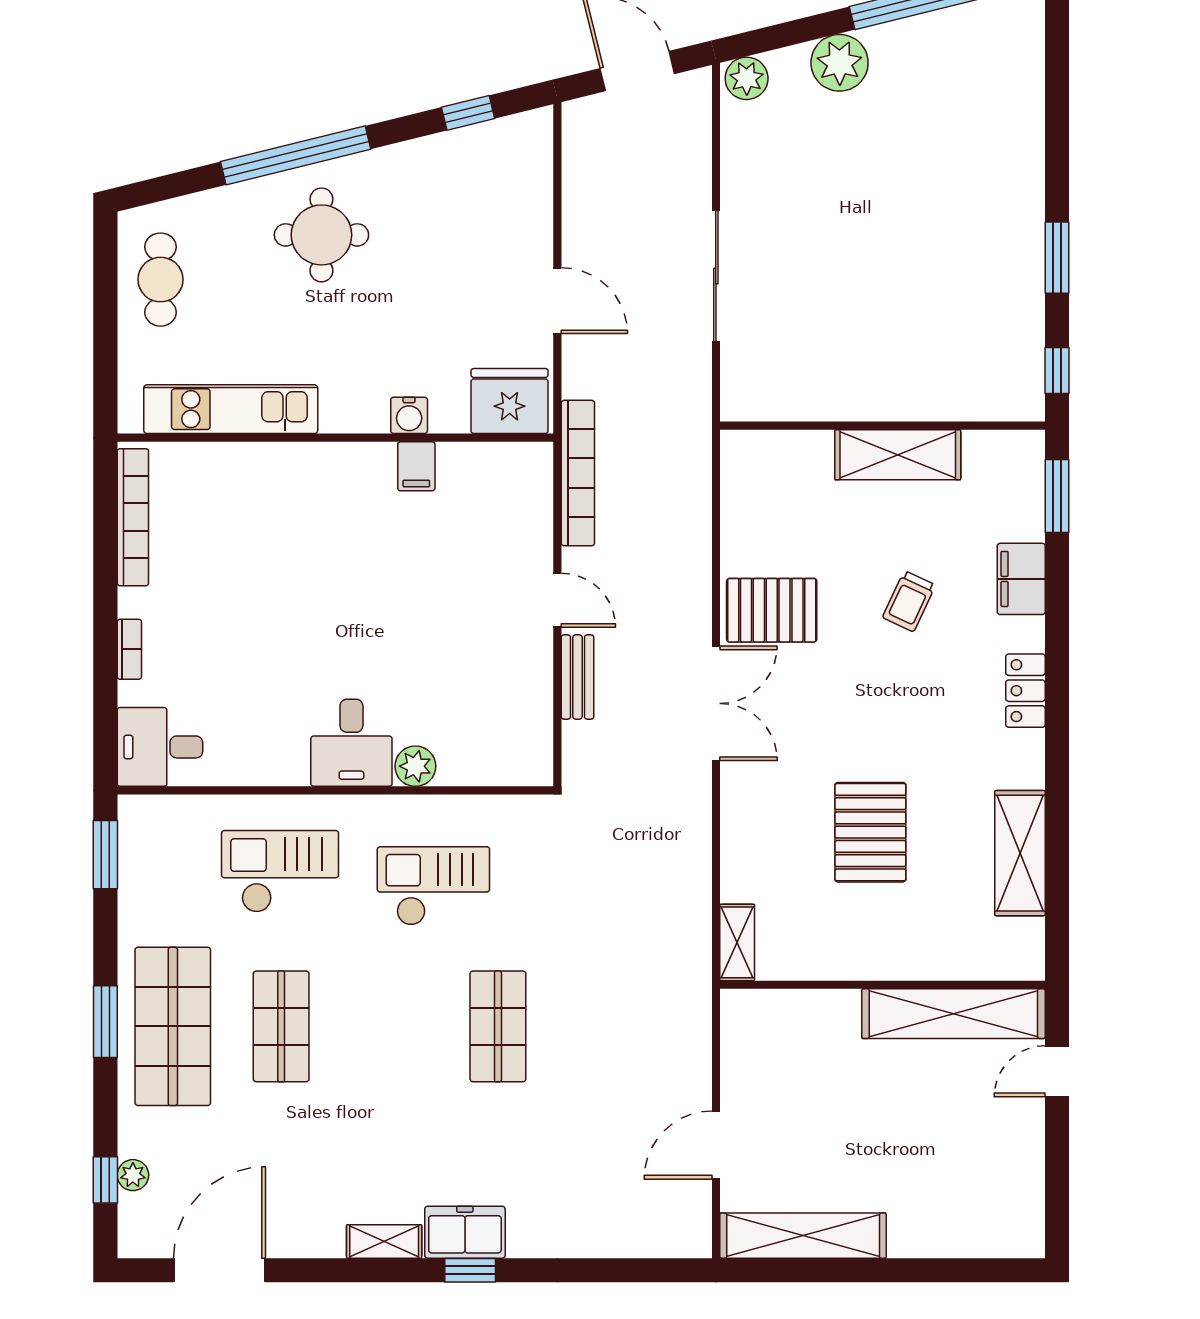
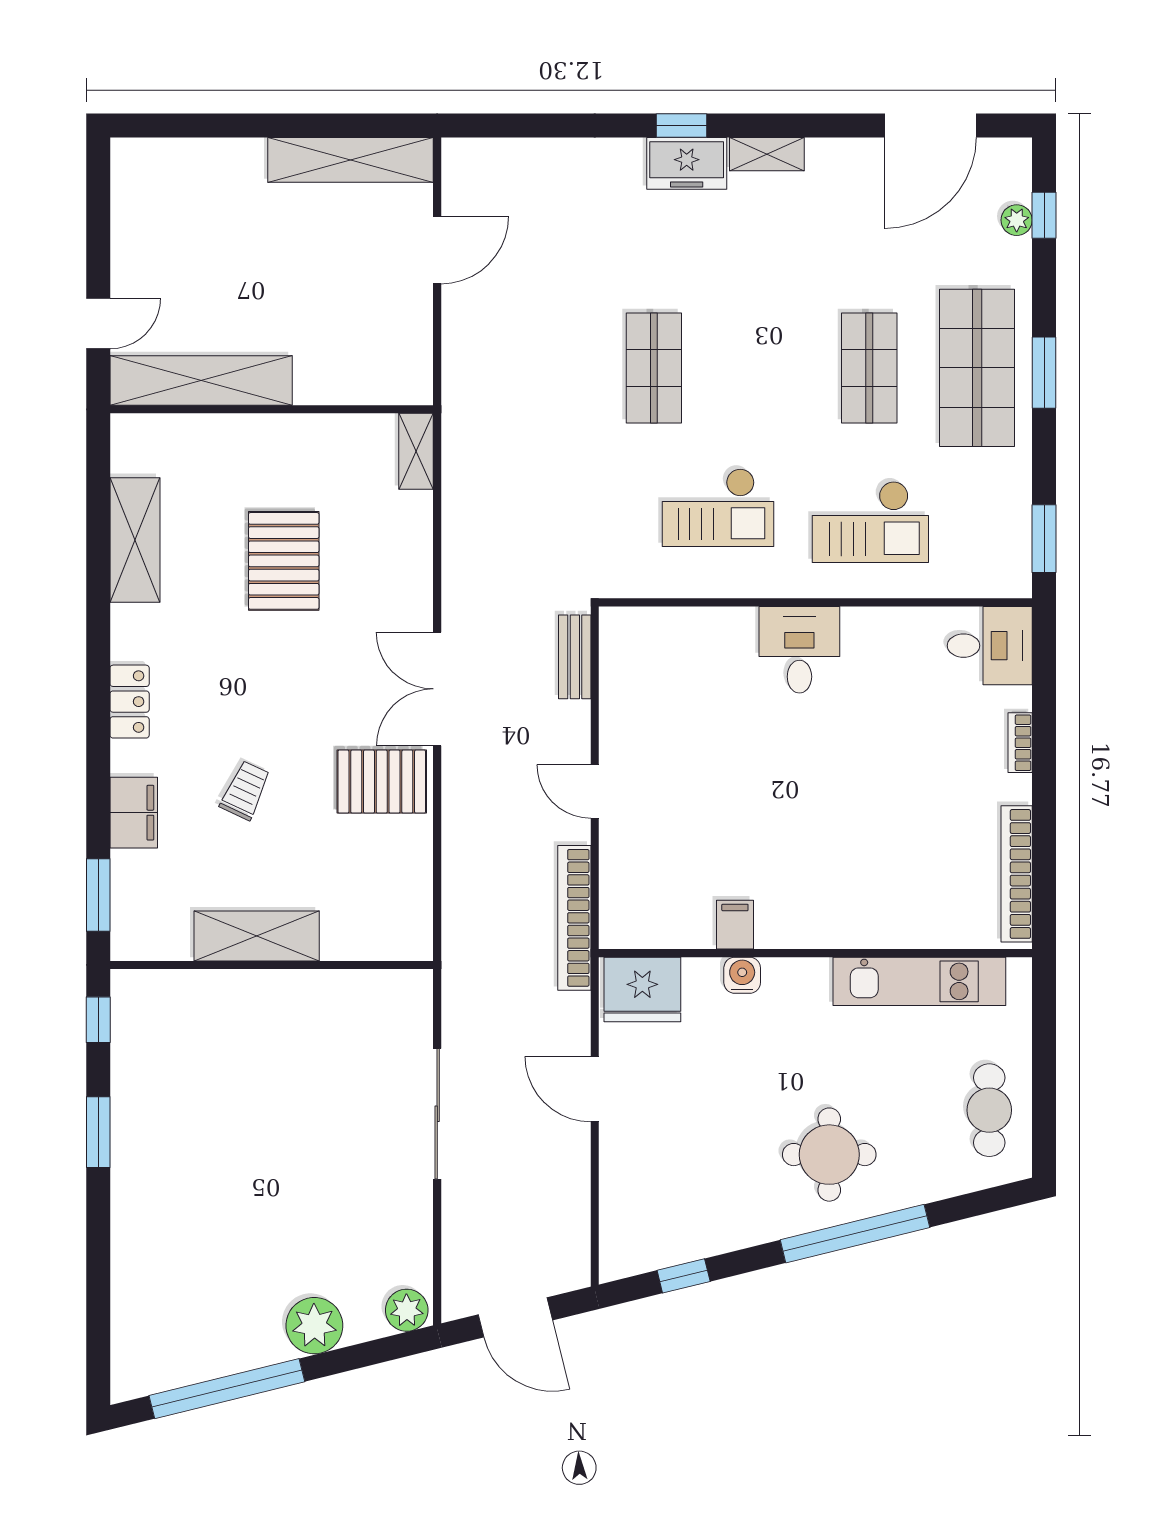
bench: (577, 677) -> (575, 657), moved
plant: (415, 766) -> (736, 627), removed

